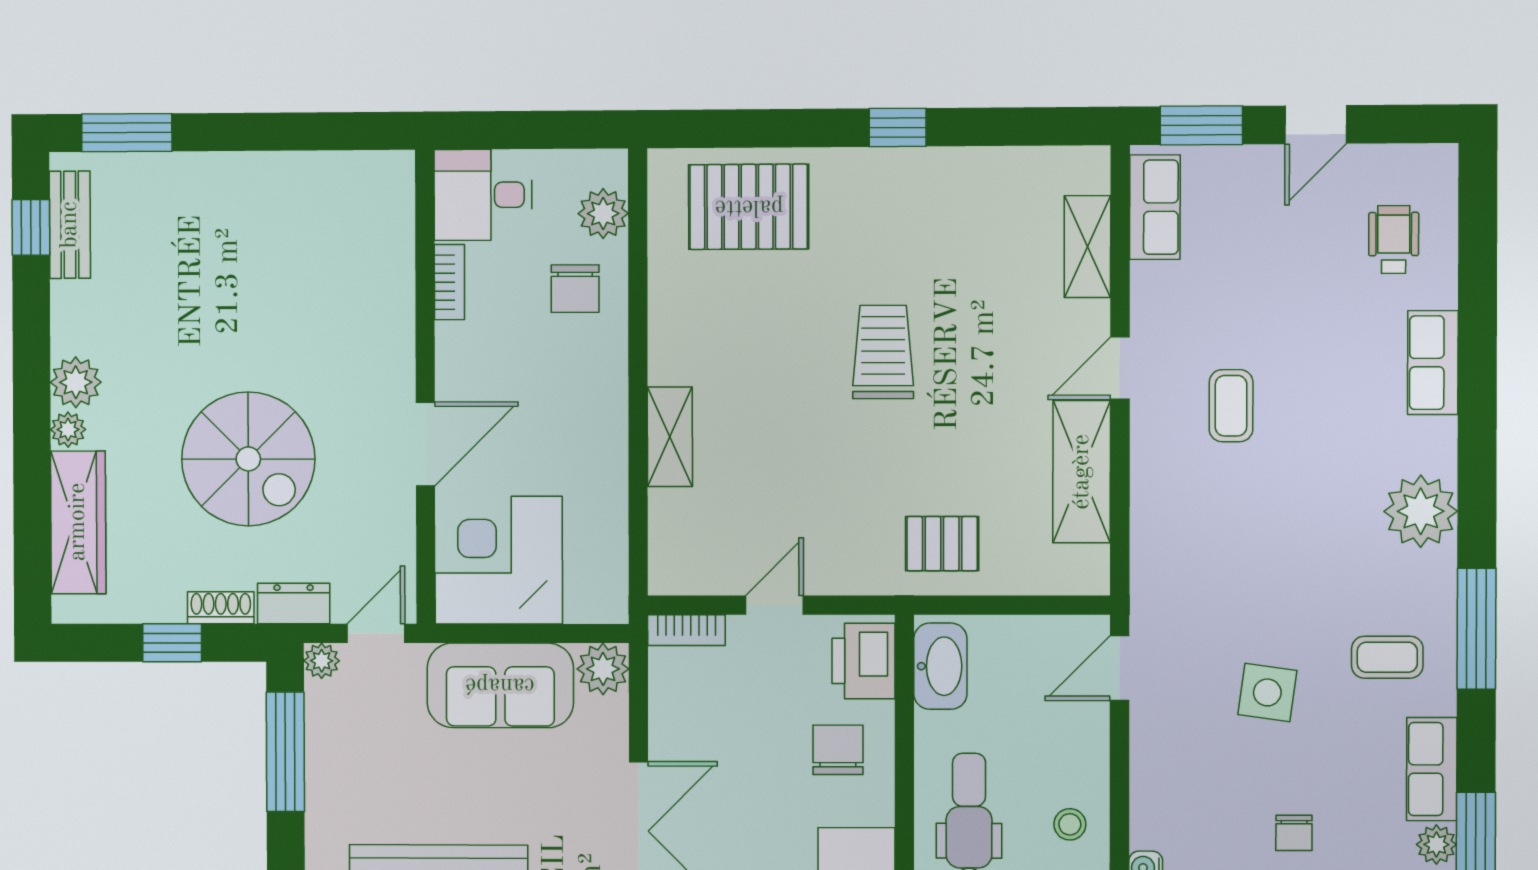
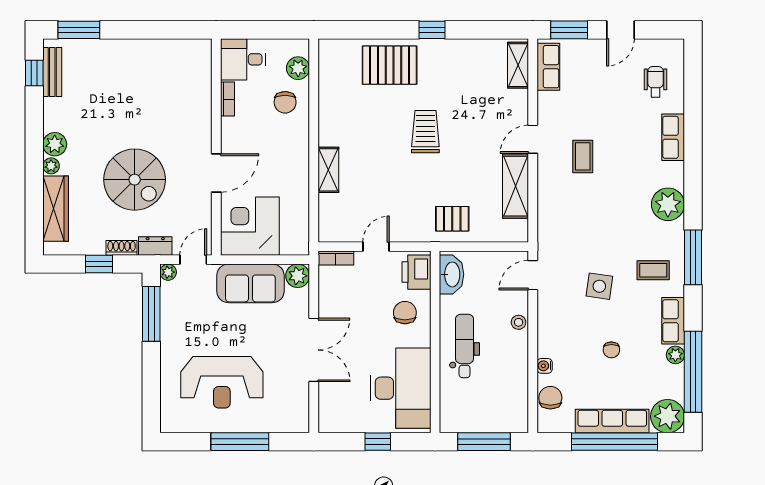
pallet: (749, 207) -> (390, 65), moved
shelving: (1087, 247) -> (518, 65), moved
stool: (1070, 824) -> (519, 322), moved

